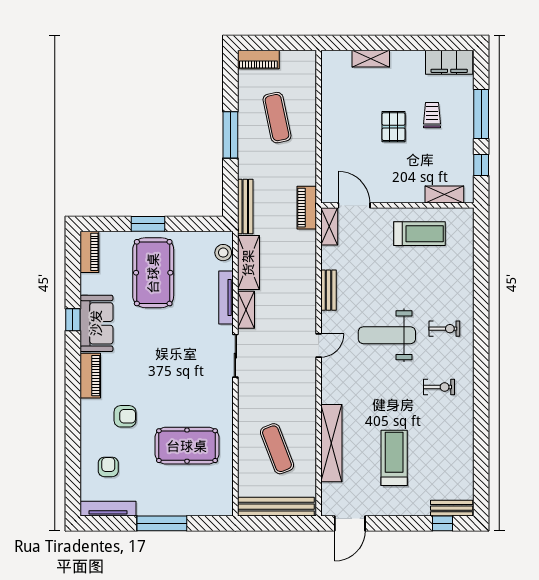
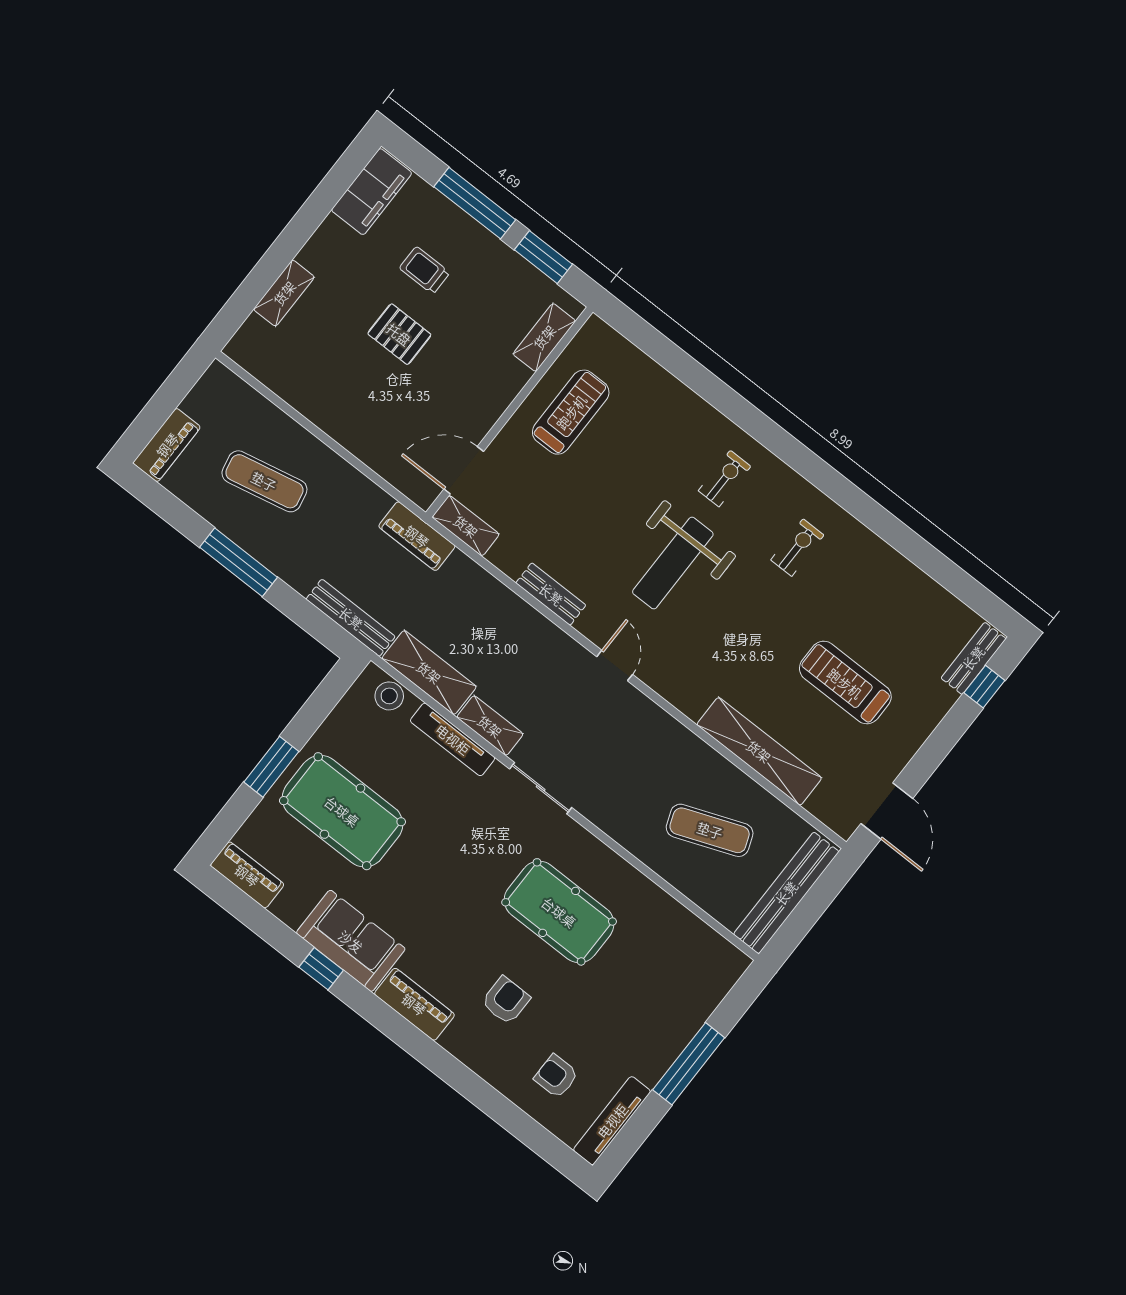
window: (481, 165) -> (543, 257), width x1.50
pool table: (187, 446) -> (559, 912), moved, turned 90

